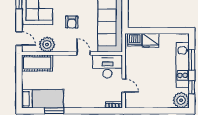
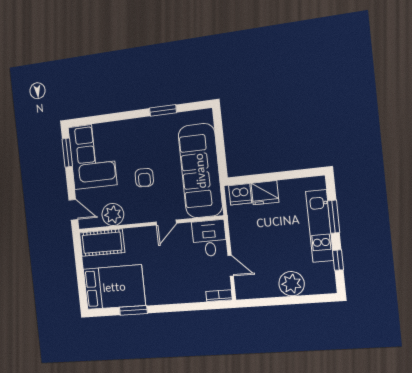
door: (84, 53) -> (166, 223), swing flipped
desk: (107, 66) -> (209, 238), width x0.73
bed: (42, 99) -> (114, 287), width x1.50
plant: (181, 100) -> (292, 284), moved

